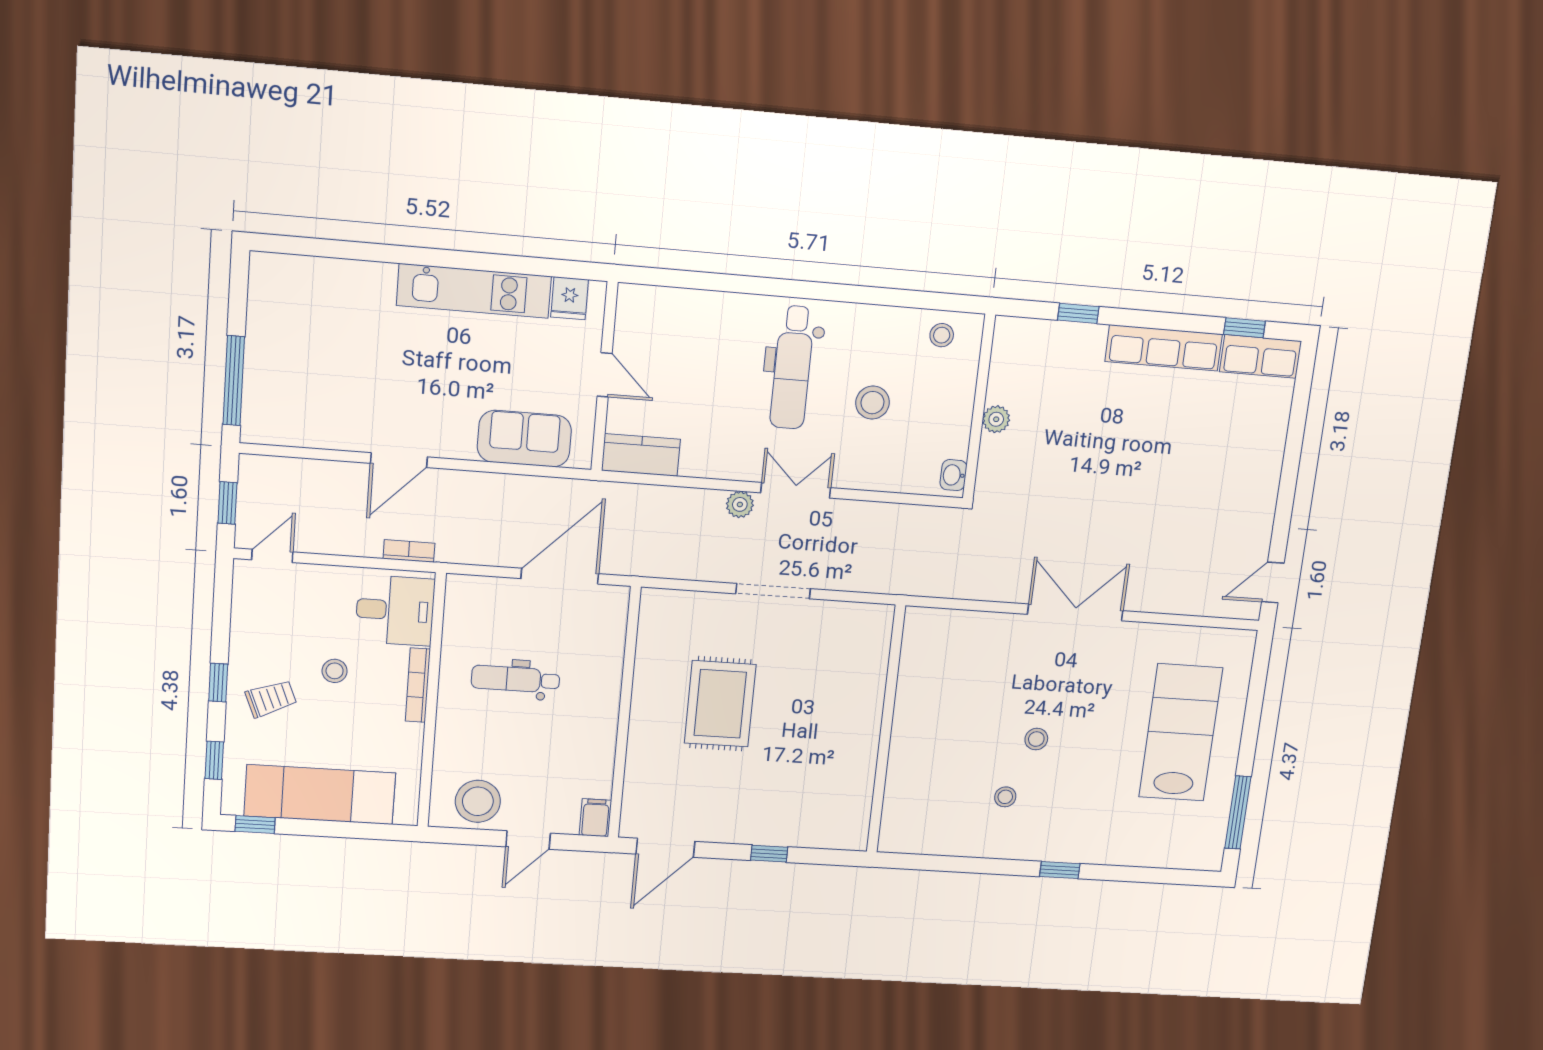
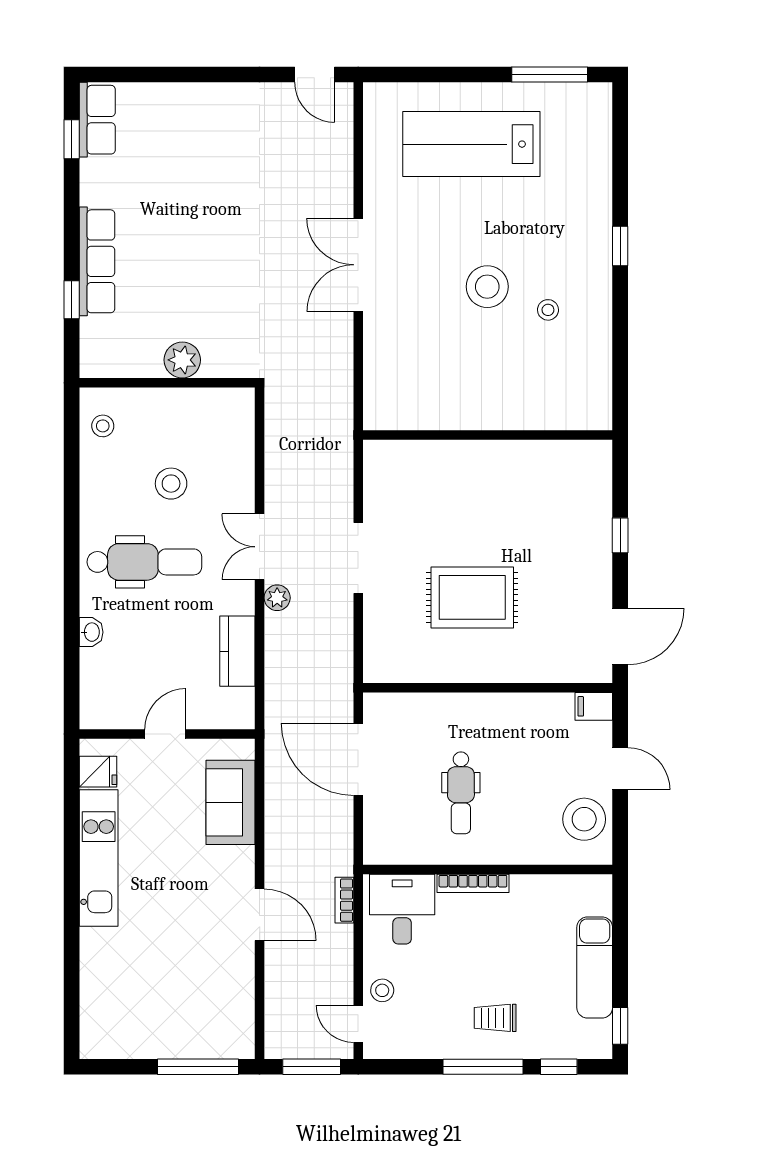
row of seats: (1164, 348) -> (97, 261), moved
plant: (996, 419) -> (182, 360), width x1.38, depth x1.38
kitchen counter: (641, 455) -> (237, 651), moved
washbasin: (953, 475) -> (91, 632), moved, turned -90
window: (227, 503) -> (312, 1067), width x1.50
stool: (335, 671) -> (382, 990), moved
window: (218, 683) -> (483, 1067), width x2.17
trolley: (271, 699) -> (495, 1018), turned -68
stool: (1036, 739) -> (487, 287), width x1.89, depth x1.89
exam couch: (320, 795) -> (595, 968), width x0.73, depth x0.69
door: (665, 848) -> (620, 637), hinge flipped

